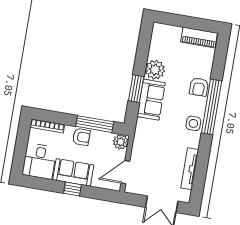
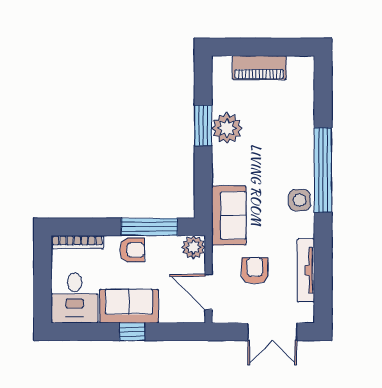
piano: (199, 38) -> (259, 68), moved
armchair: (199, 87) -> (255, 271), moved, turned 180
window: (136, 89) -> (203, 125), moved
sofa: (151, 100) -> (229, 215), moved
door: (125, 172) -> (208, 292), hinge flipped

